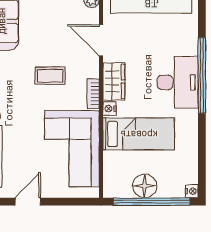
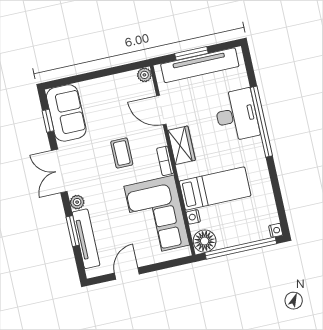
coffee table: (50, 76) -> (122, 153), turned 90
desk: (178, 82) -> (236, 115), moved
nightstand: (109, 109) -> (193, 217), moved
floor lamp: (145, 186) -> (205, 241), moved

